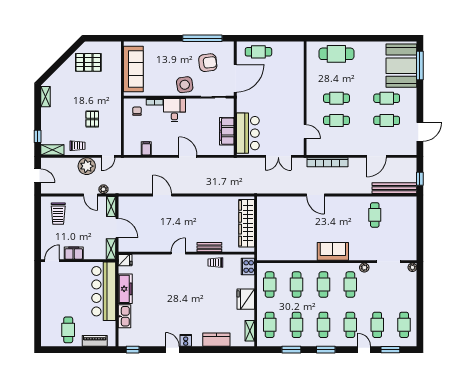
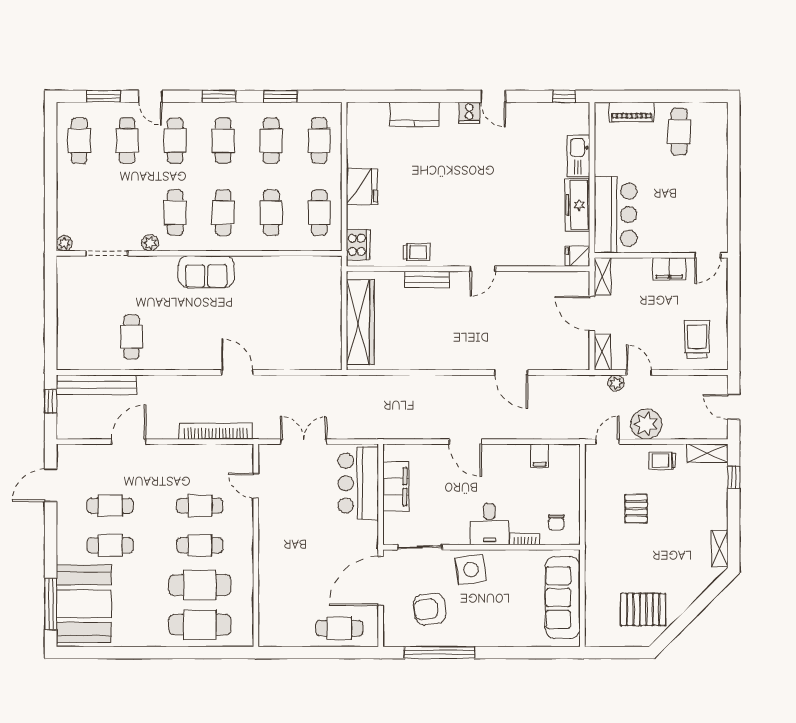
cafe table: (336, 76) -> (200, 585), added
bar counter: (104, 291) -> (616, 215), width x0.73
shelving: (250, 331) -> (355, 130), removed

